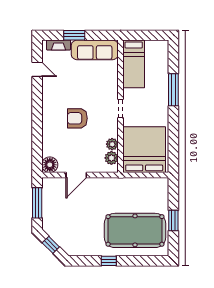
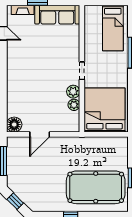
bed: (134, 64) -> (113, 28), moved
armchair: (77, 118) -> (41, 80), removed
plant: (111, 158) -> (73, 92), moved

